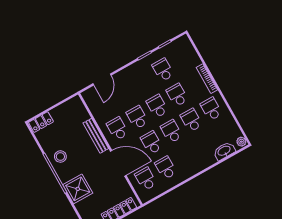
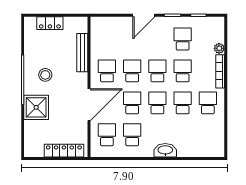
door: (102, 79) -> (144, 15), moved
locker: (41, 122) -> (50, 23), moved
bench: (96, 136) -> (82, 53), moved
plant: (241, 142) -> (219, 48), moved
washbasin: (224, 151) -> (165, 150), moved
stool: (60, 157) -> (45, 75), moved
door: (118, 163) -> (89, 105), hinge flipped

